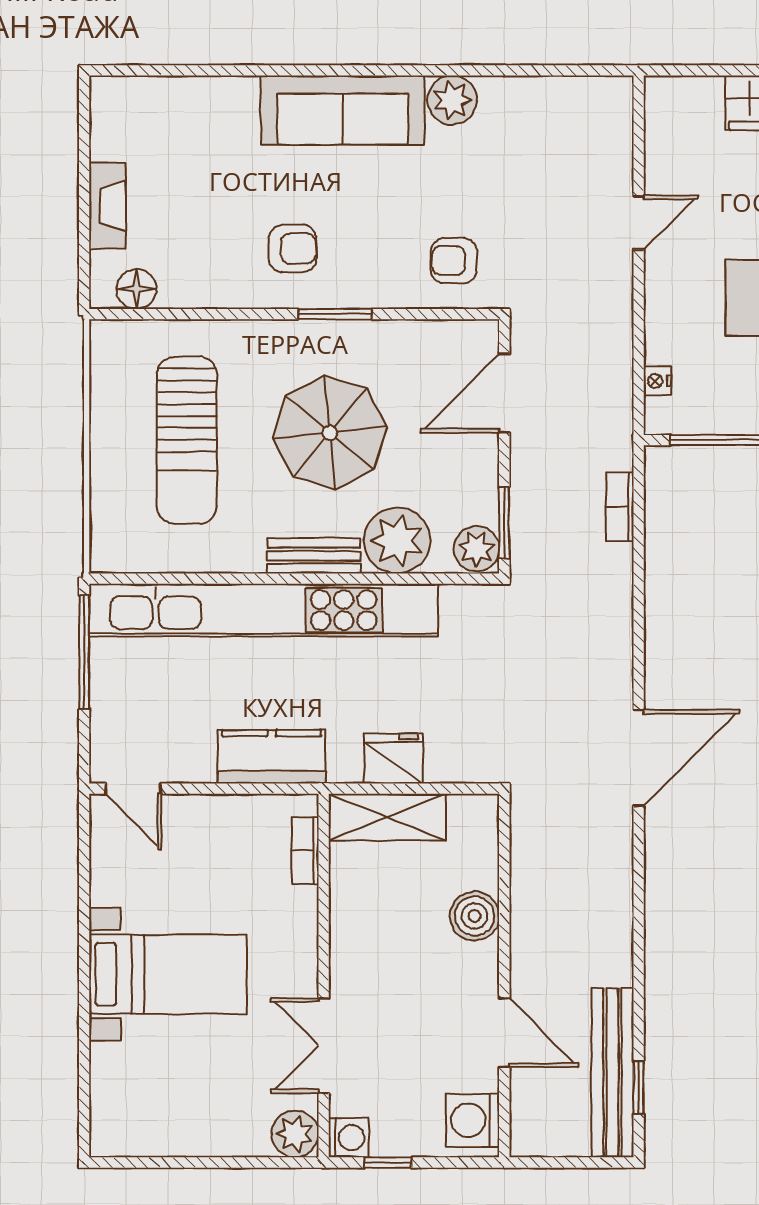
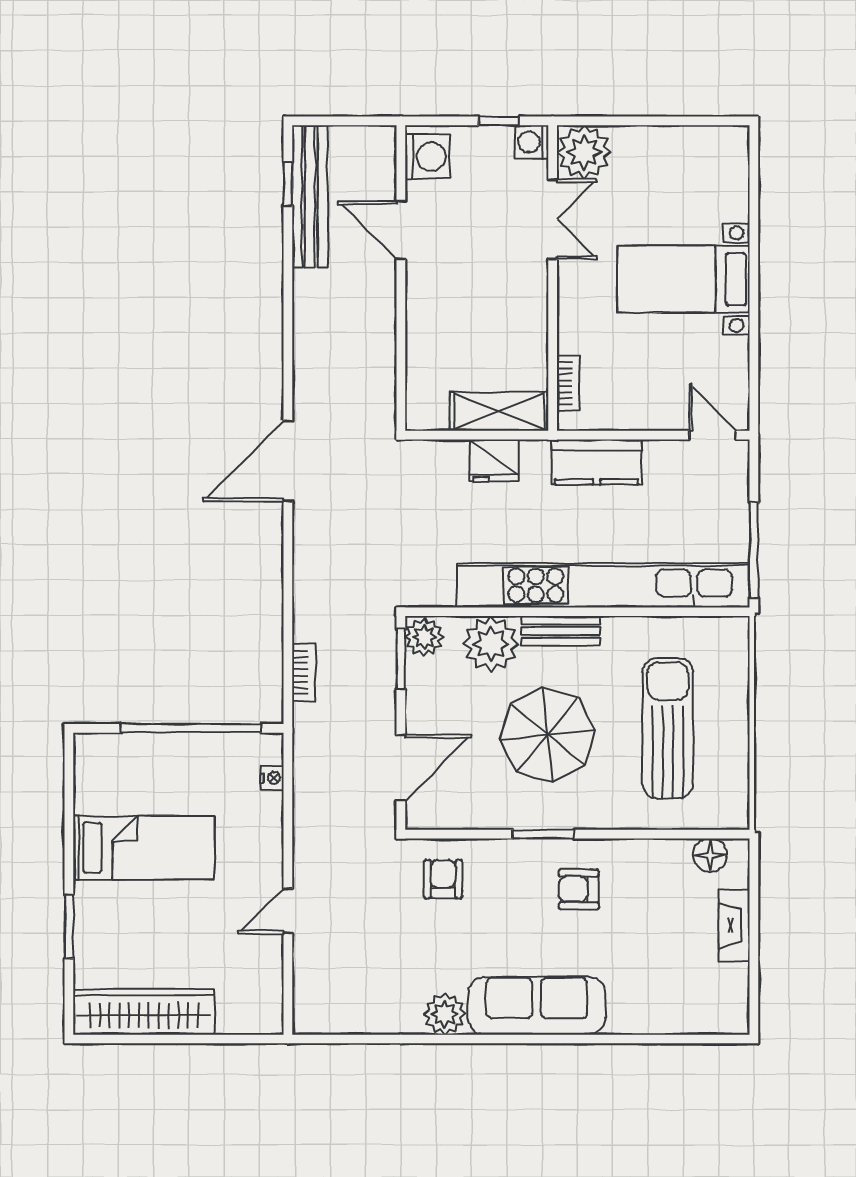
armchair: (454, 261) -> (443, 879), turned -90
boiler: (475, 916) -> (426, 328), removed
plant: (295, 1134) -> (584, 152), width x1.36, depth x1.36

